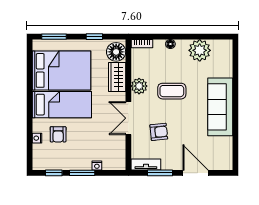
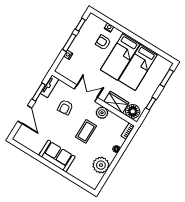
bed: (61, 70) -> (138, 67), width x0.67
sofa: (220, 107) -> (57, 156), width x0.73
door: (196, 173) -> (25, 114), hinge flipped

